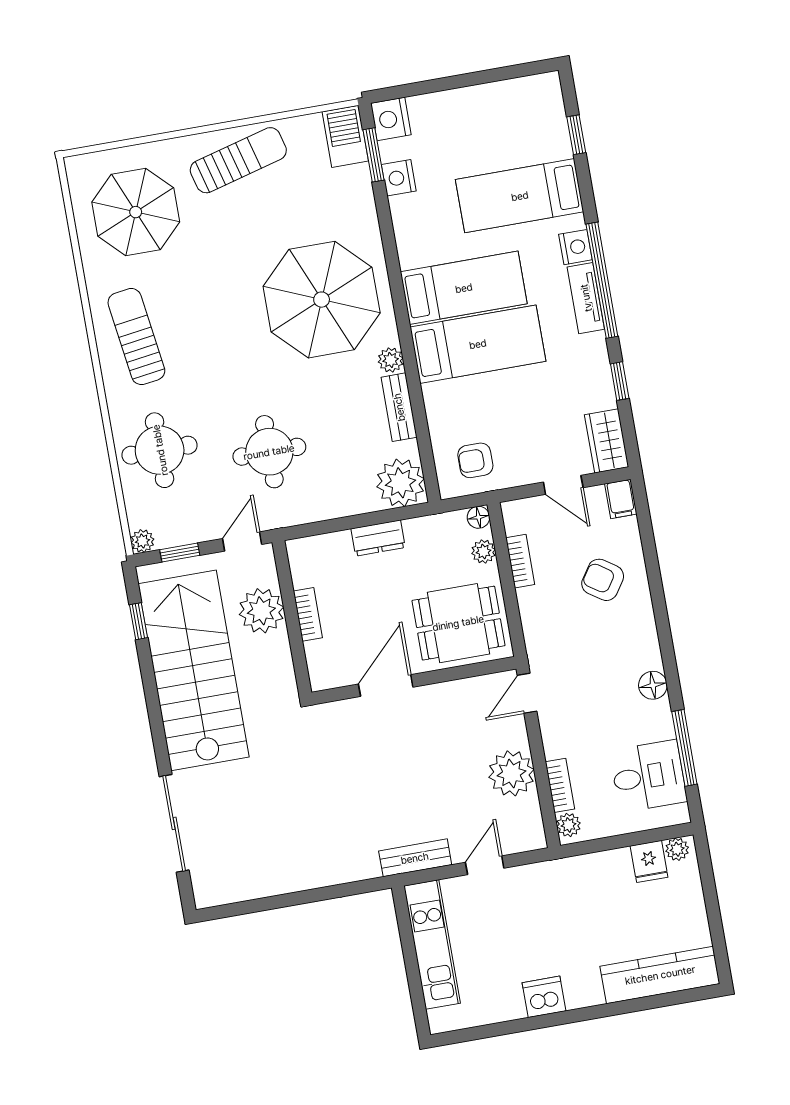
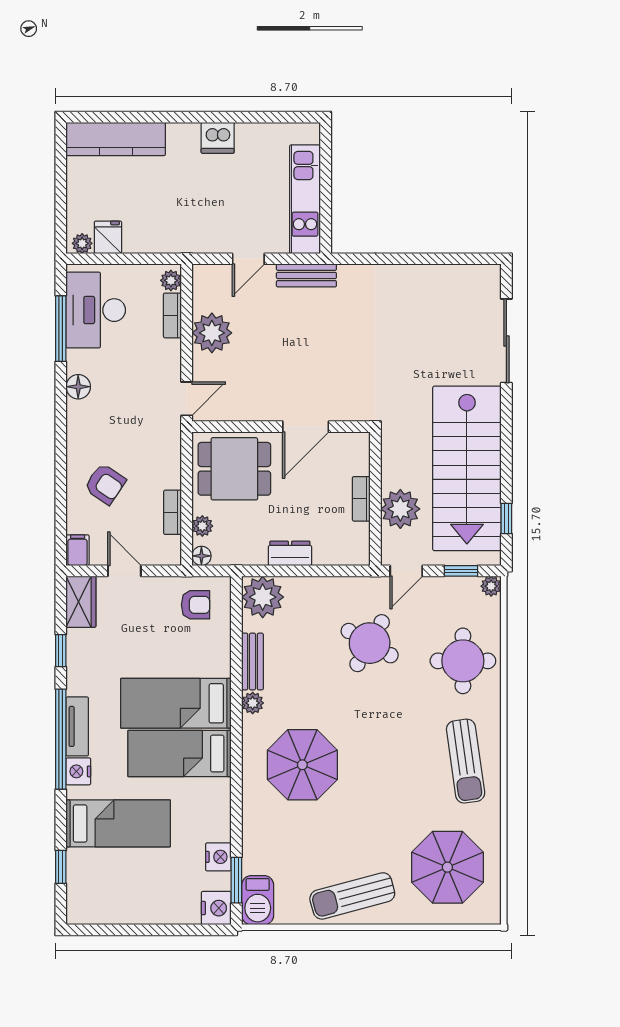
parasol: (322, 300) -> (302, 765), width x0.73, depth x0.73
round table: (269, 452) -> (370, 643), turned 30
desk: (648, 776) -> (96, 310), width x1.37

